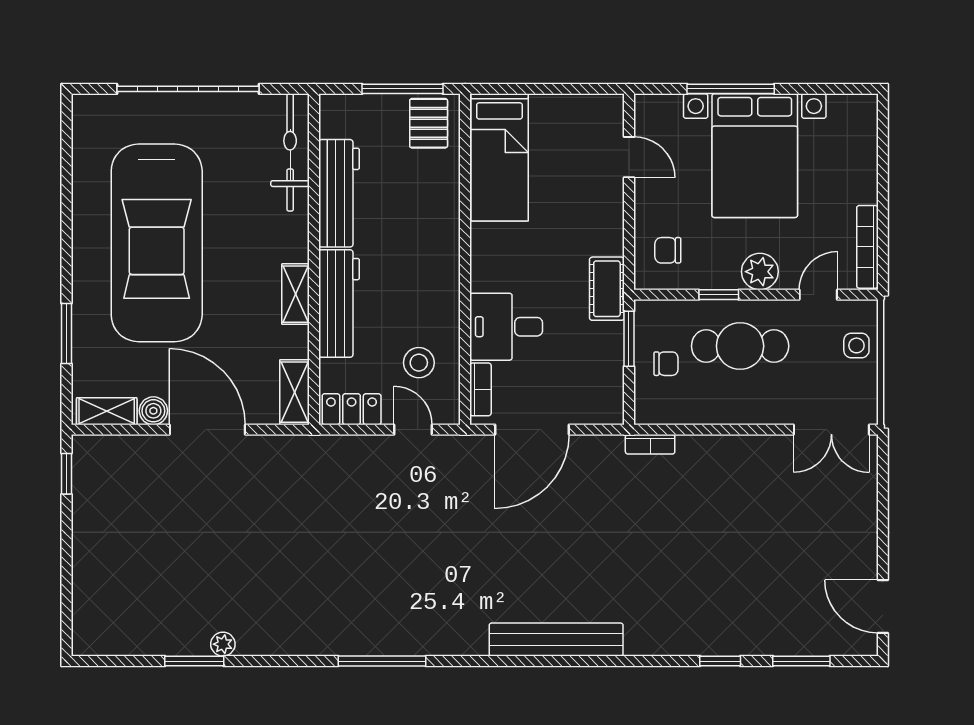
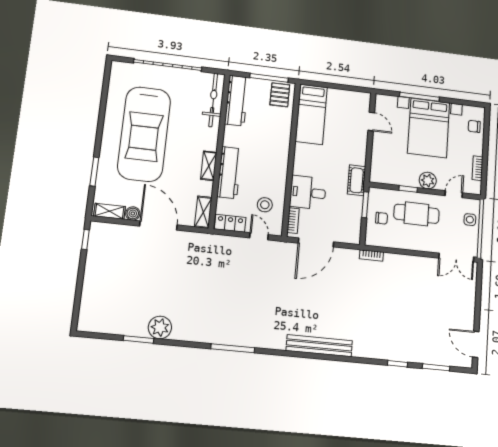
workbench: (339, 193) -> (237, 101), moved
bookcase: (867, 247) -> (478, 168), width x0.64
chair: (668, 250) -> (474, 126), moved
plant: (223, 644) -> (160, 327), width x1.87, depth x1.87

